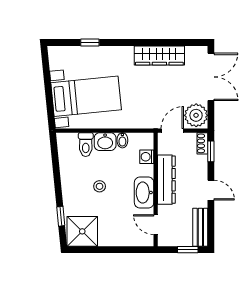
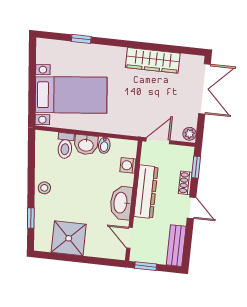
plant: (196, 115) -> (190, 134), width x0.53, depth x0.53
shoe rack: (202, 143) -> (185, 183), moved
stool: (100, 186) -> (44, 188), moved
shower: (82, 231) -> (69, 238), moved
window: (188, 250) -> (146, 266), moved

